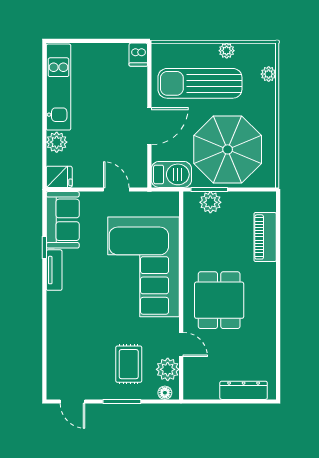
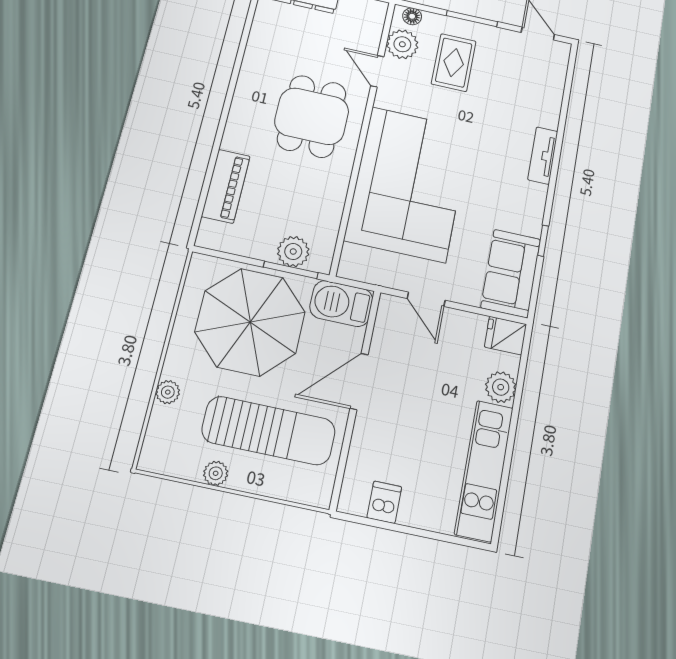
dishwasher: (138, 55) -> (384, 502), moved
plant: (269, 74) -> (168, 392), moved
tv unit: (54, 270) -> (543, 155), moved

